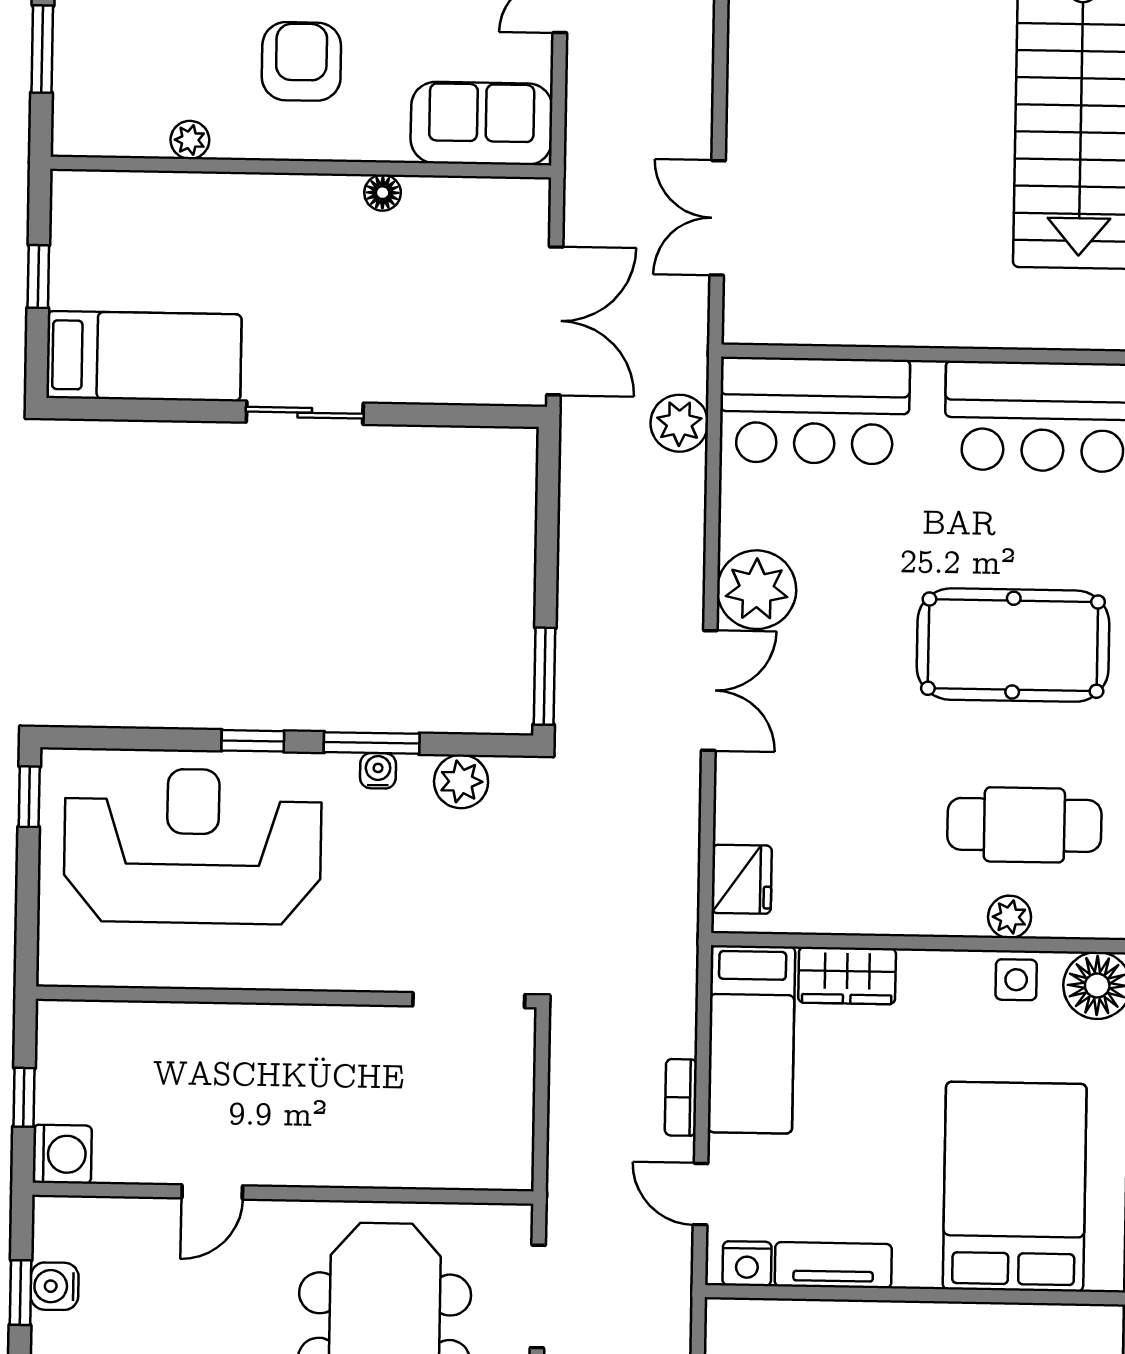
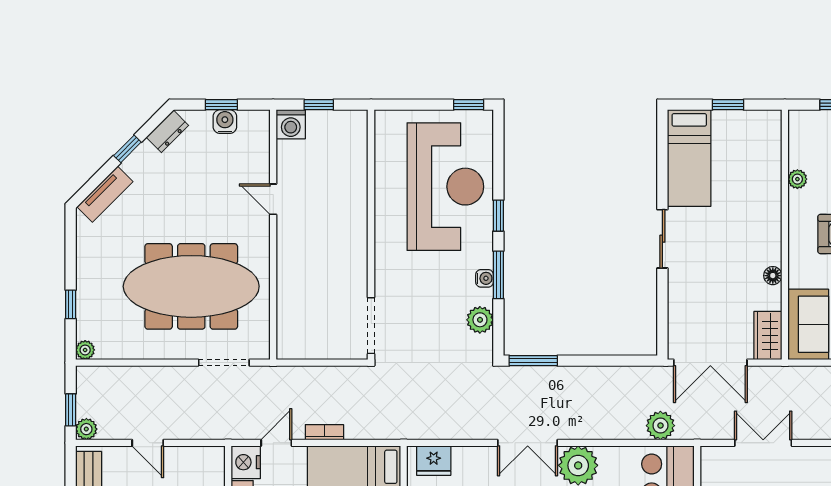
wardrobe: (503, 205) -> (768, 335), added
nightstand: (747, 1264) -> (246, 462), width x1.36, depth x1.33

